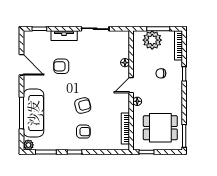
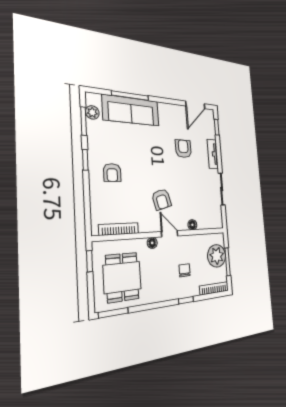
door: (21, 65) -> (195, 105), moved
armchair: (83, 105) -> (162, 199), moved
plant: (28, 145) -> (92, 112), moved

